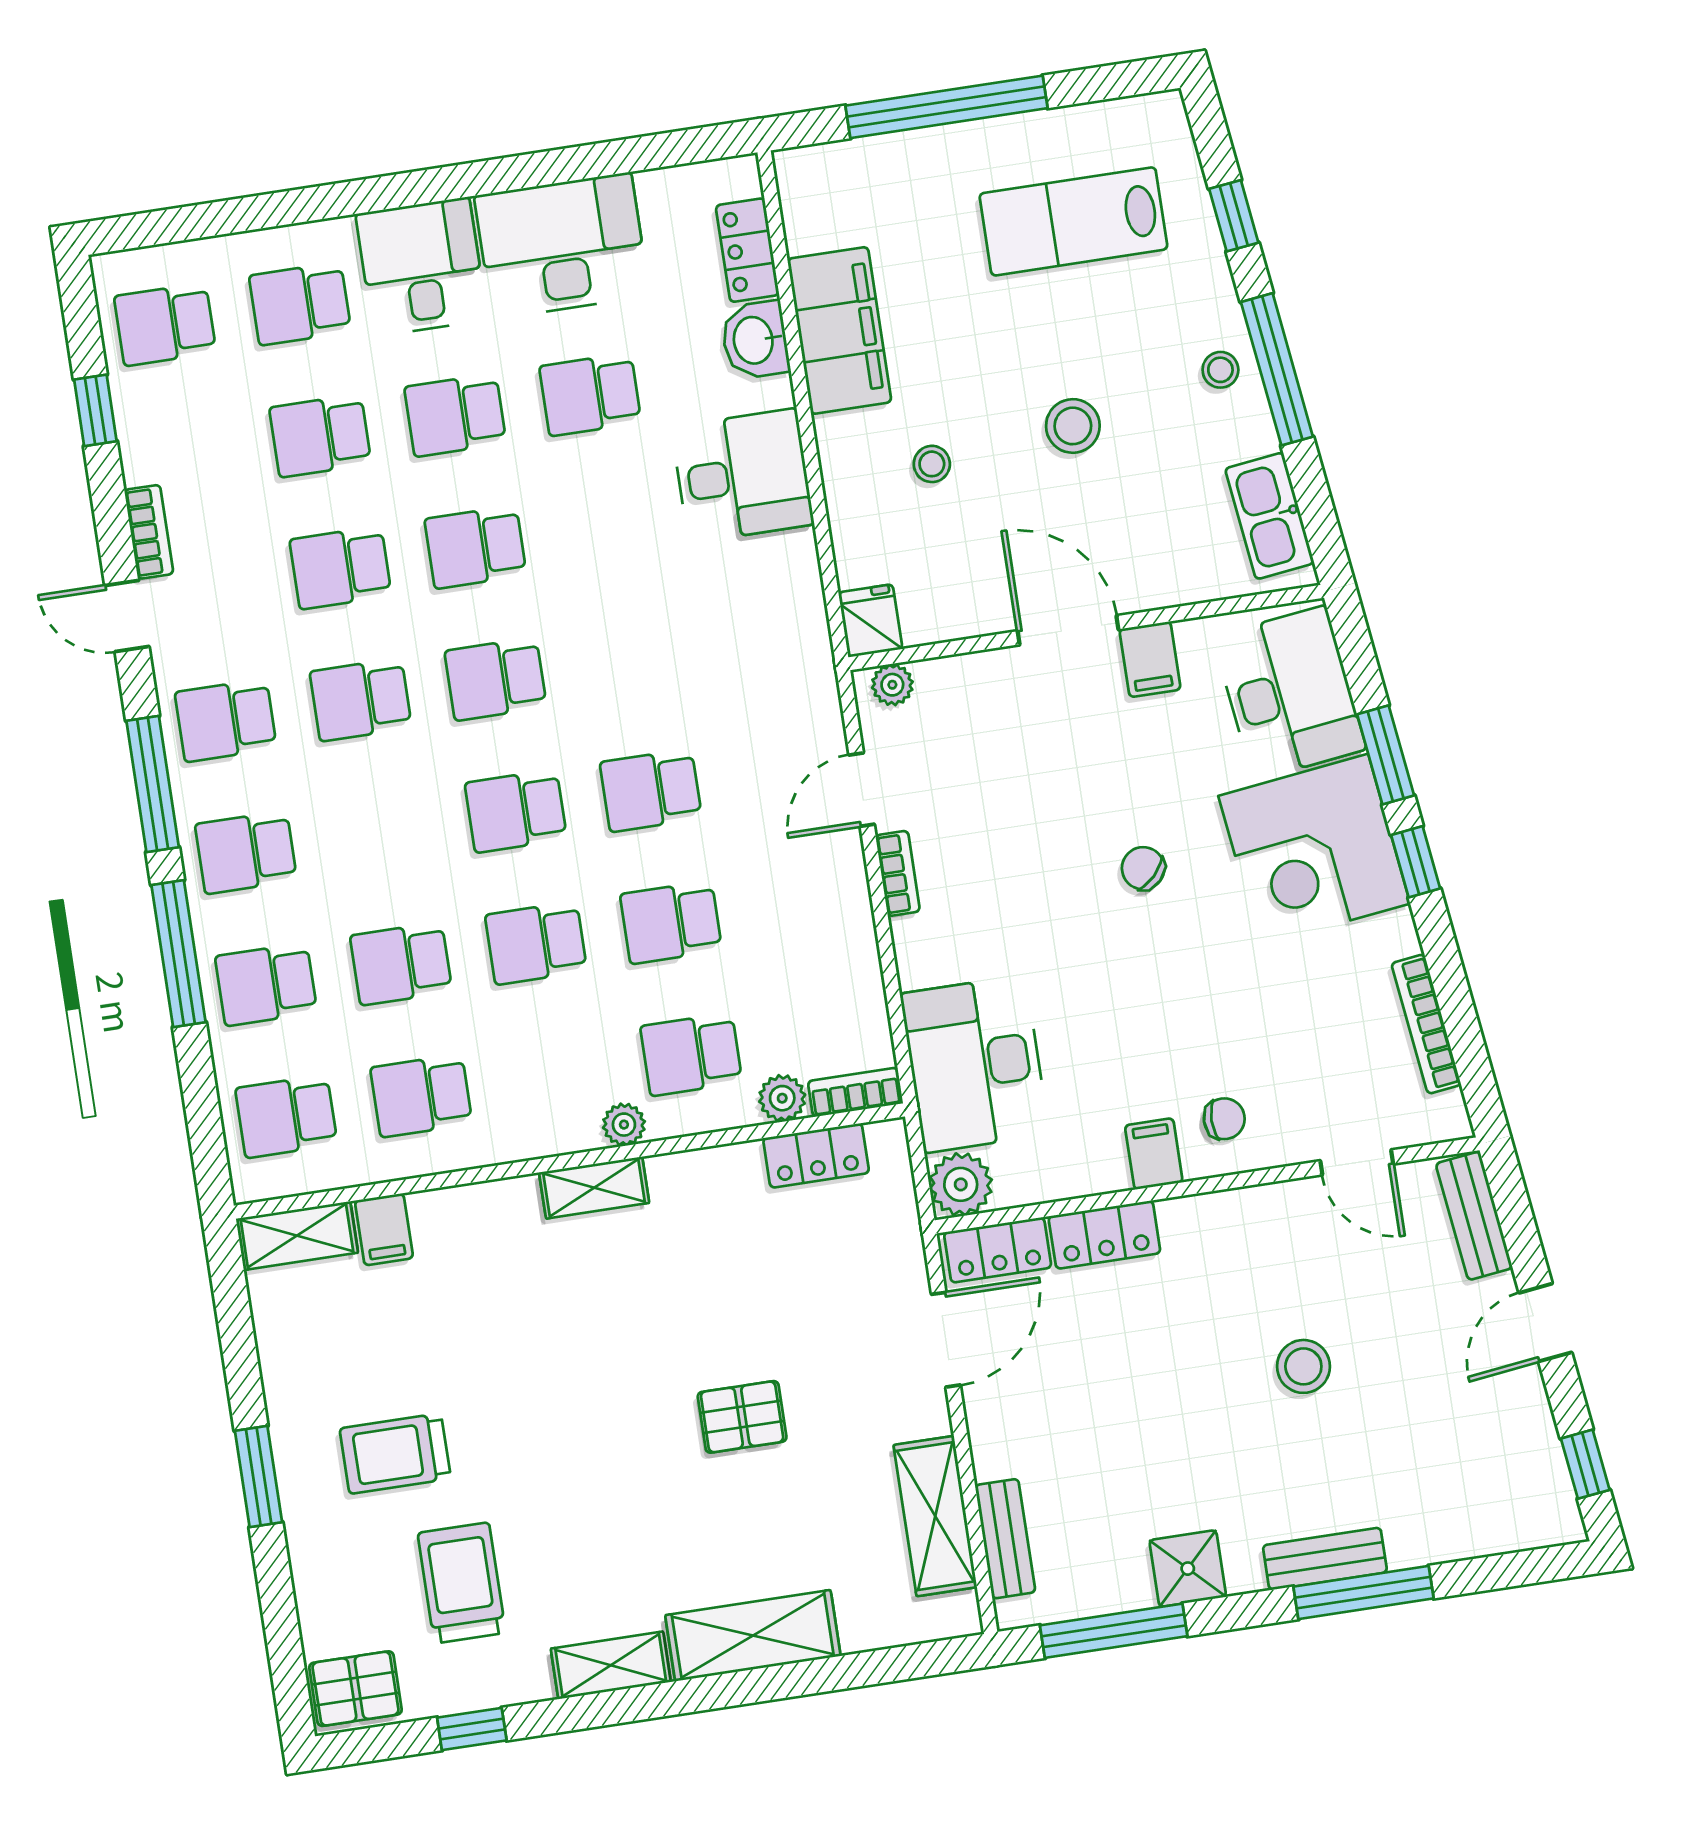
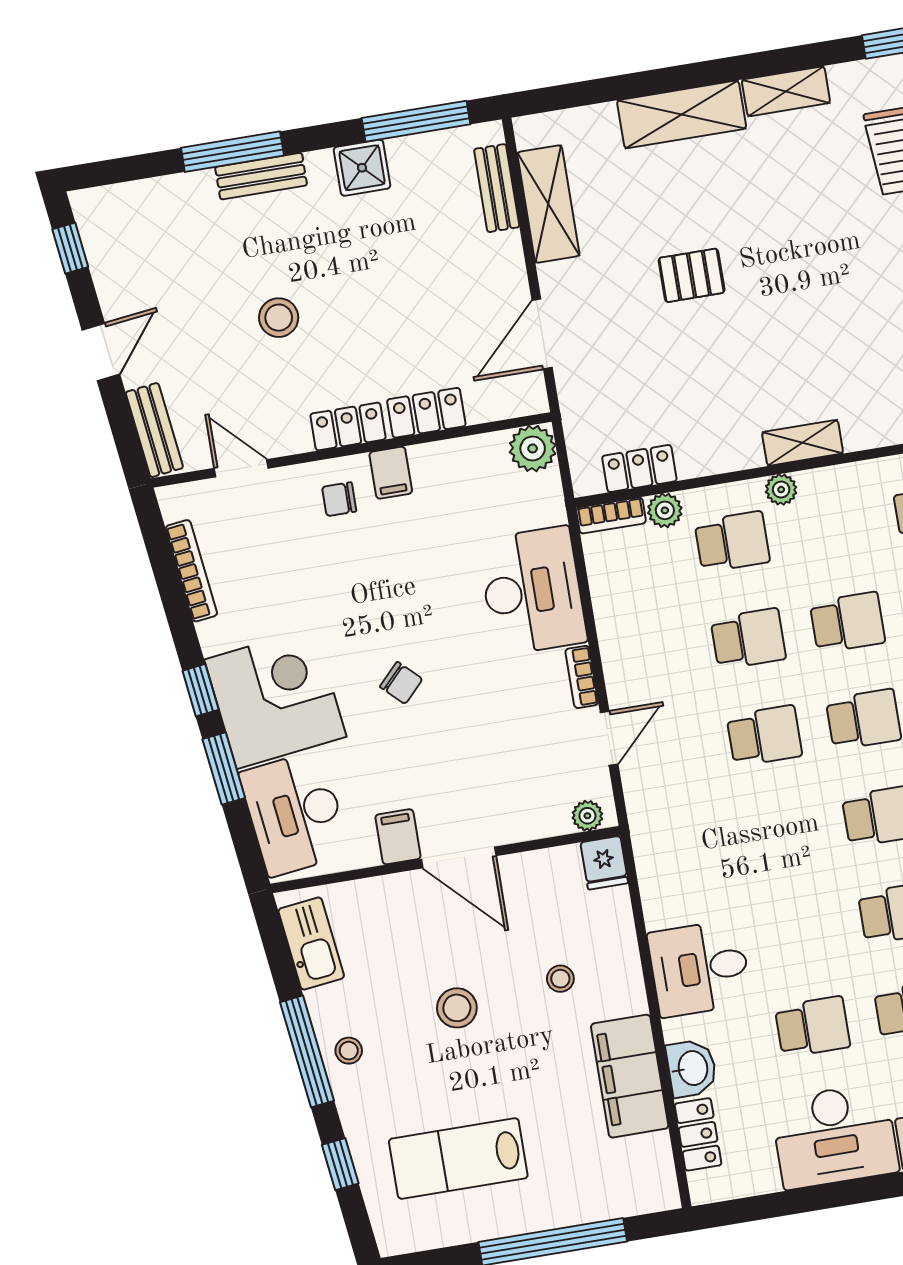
lab bench: (1073, 221) -> (458, 1159), turned 180
desk: (975, 1064) -> (532, 591), moved
locker: (998, 1250) -> (348, 427), moved

